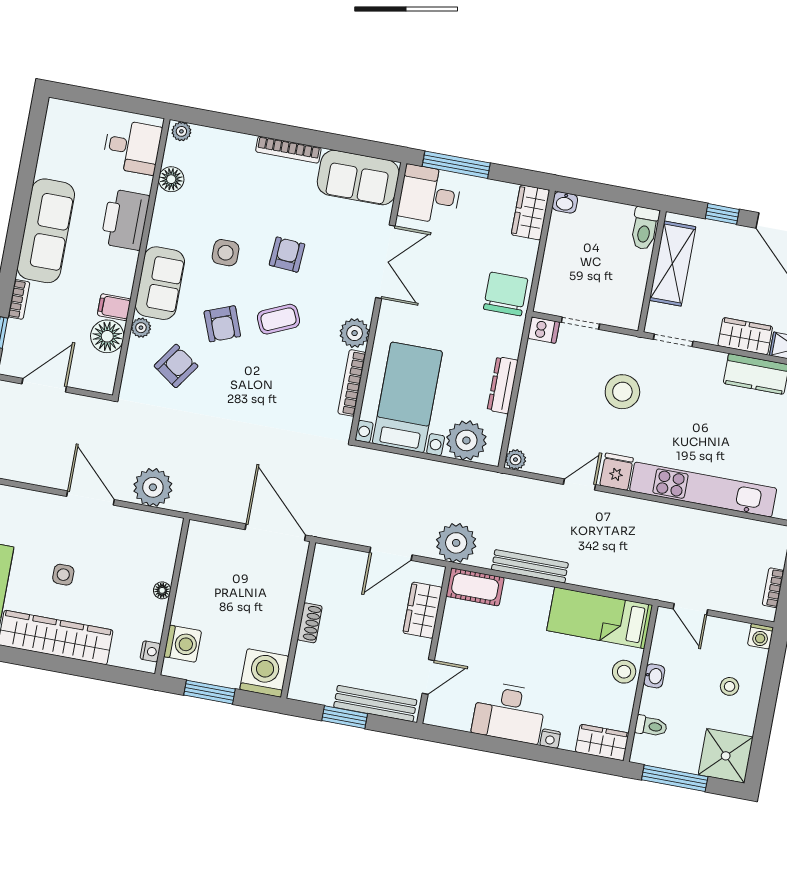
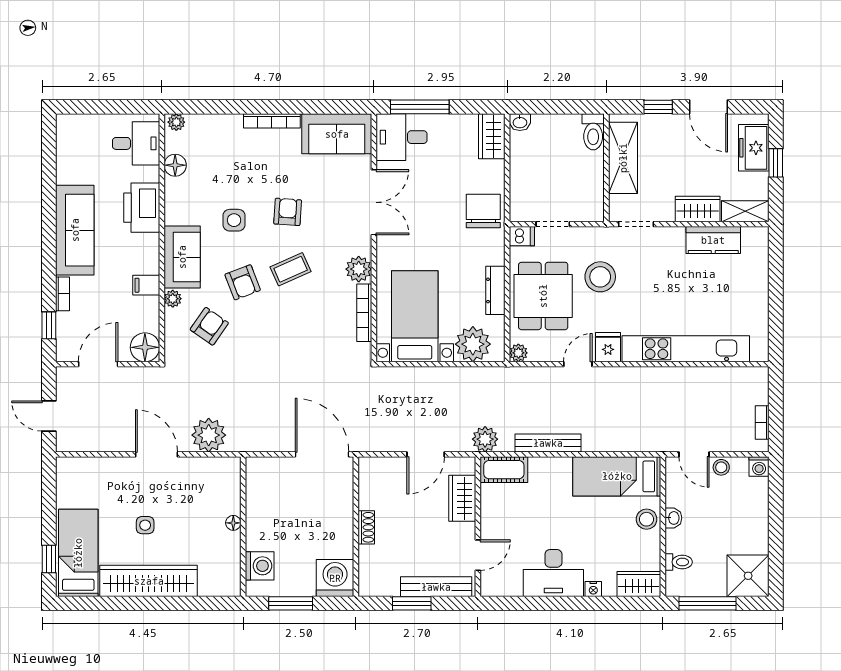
floor lamp: (107, 336) -> (145, 347), moved
dining table: (555, 401) -> (543, 296), added
plant: (456, 543) -> (485, 439), width x0.73, depth x0.73
nightstand: (150, 651) -> (233, 578), removed
stool: (730, 686) -> (721, 467), moved

